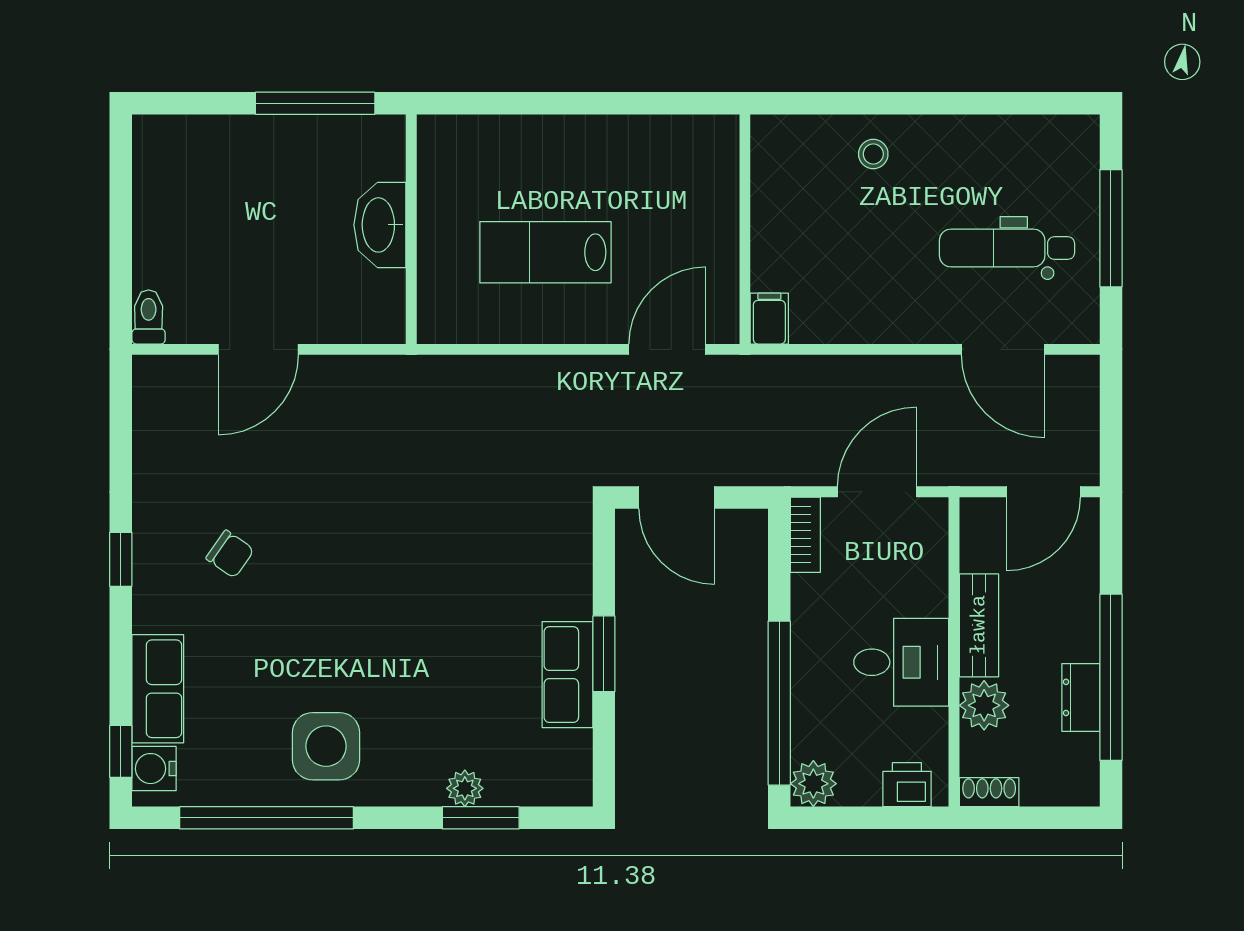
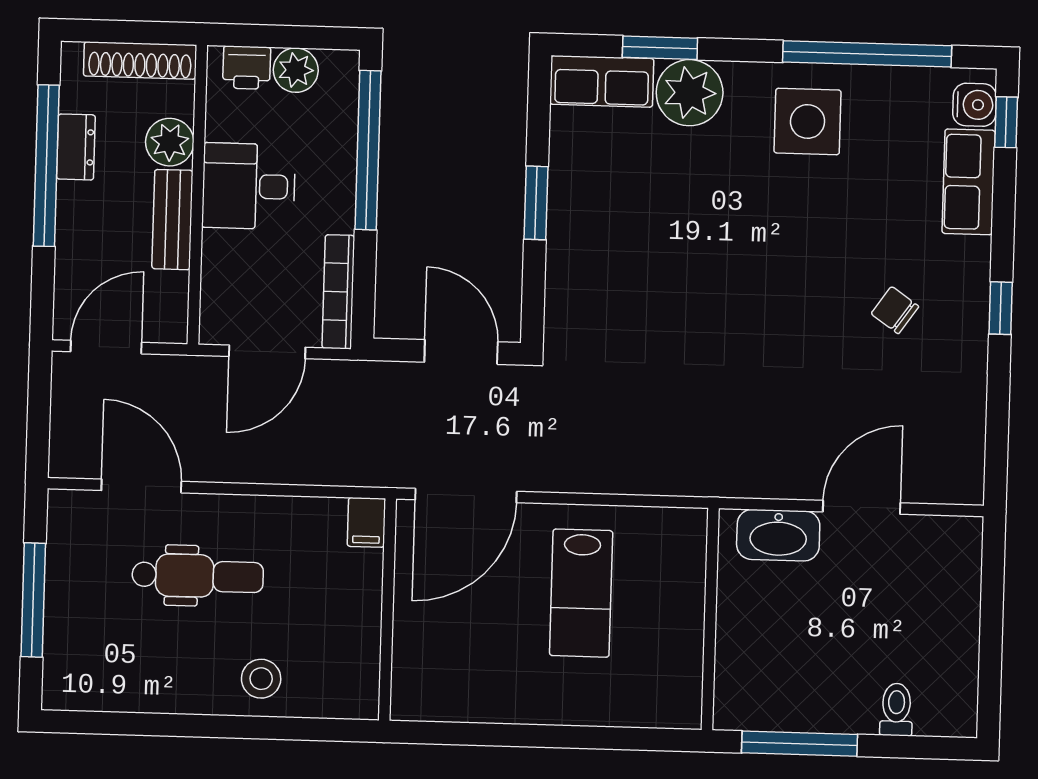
stool: (873, 154) -> (261, 679), width x1.37, depth x1.37
washbasin: (380, 225) -> (778, 535), moved, turned 90
dental chair: (1007, 248) -> (198, 576), moved
lab bench: (545, 252) -> (581, 593), turned 90
toilet: (149, 317) -> (896, 710), moved, turned 180
door: (667, 349) -> (466, 496), width x1.36
bookcase: (805, 535) -> (338, 292), width x1.56
row of seats: (567, 675) -> (602, 81), moved, turned 90
plant: (813, 784) -> (296, 70), moved
plant: (465, 788) -> (690, 93), width x1.88, depth x1.88
shoe rack: (989, 792) -> (140, 60), width x1.94, depth x1.24

